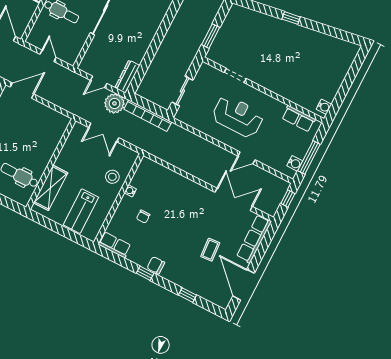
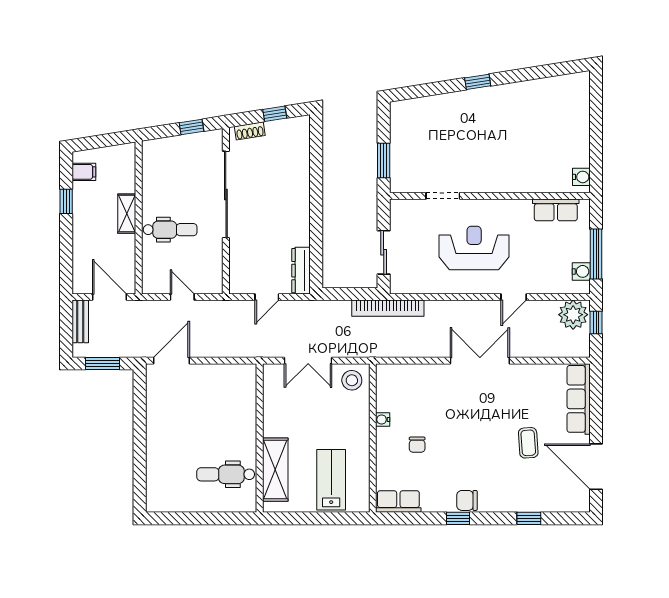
plant: (114, 103) -> (573, 315), moved
bookcase: (148, 116) -> (388, 308), moved
stool: (112, 177) -> (352, 380), moved
double door: (234, 199) -> (480, 361), moved
lab bench: (81, 211) -> (331, 480), turned 180

